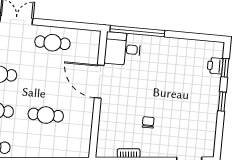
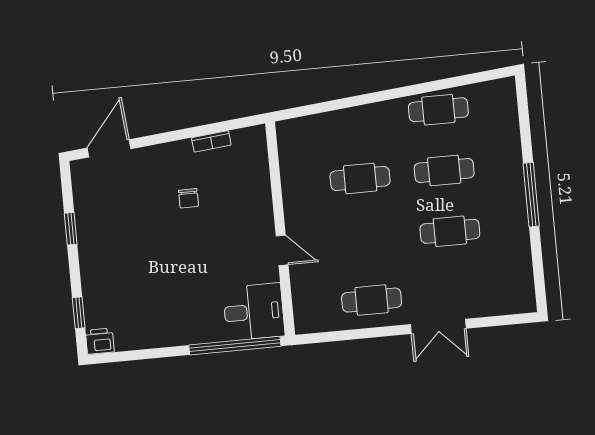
printer: (215, 66) -> (100, 341), moved, turned -90
door: (99, 82) -> (282, 250), width x0.53
window: (222, 102) -> (71, 229), moved

